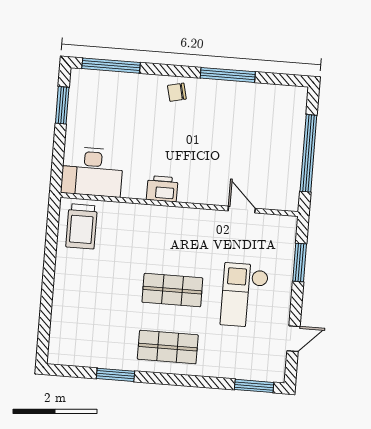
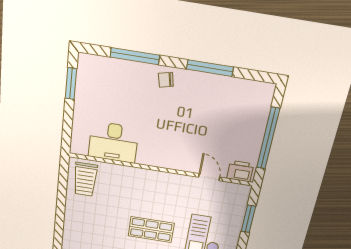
window: (111, 66) -> (135, 56), moved
desk: (92, 172) -> (113, 142), moved
printer: (162, 189) -> (240, 171), moved

